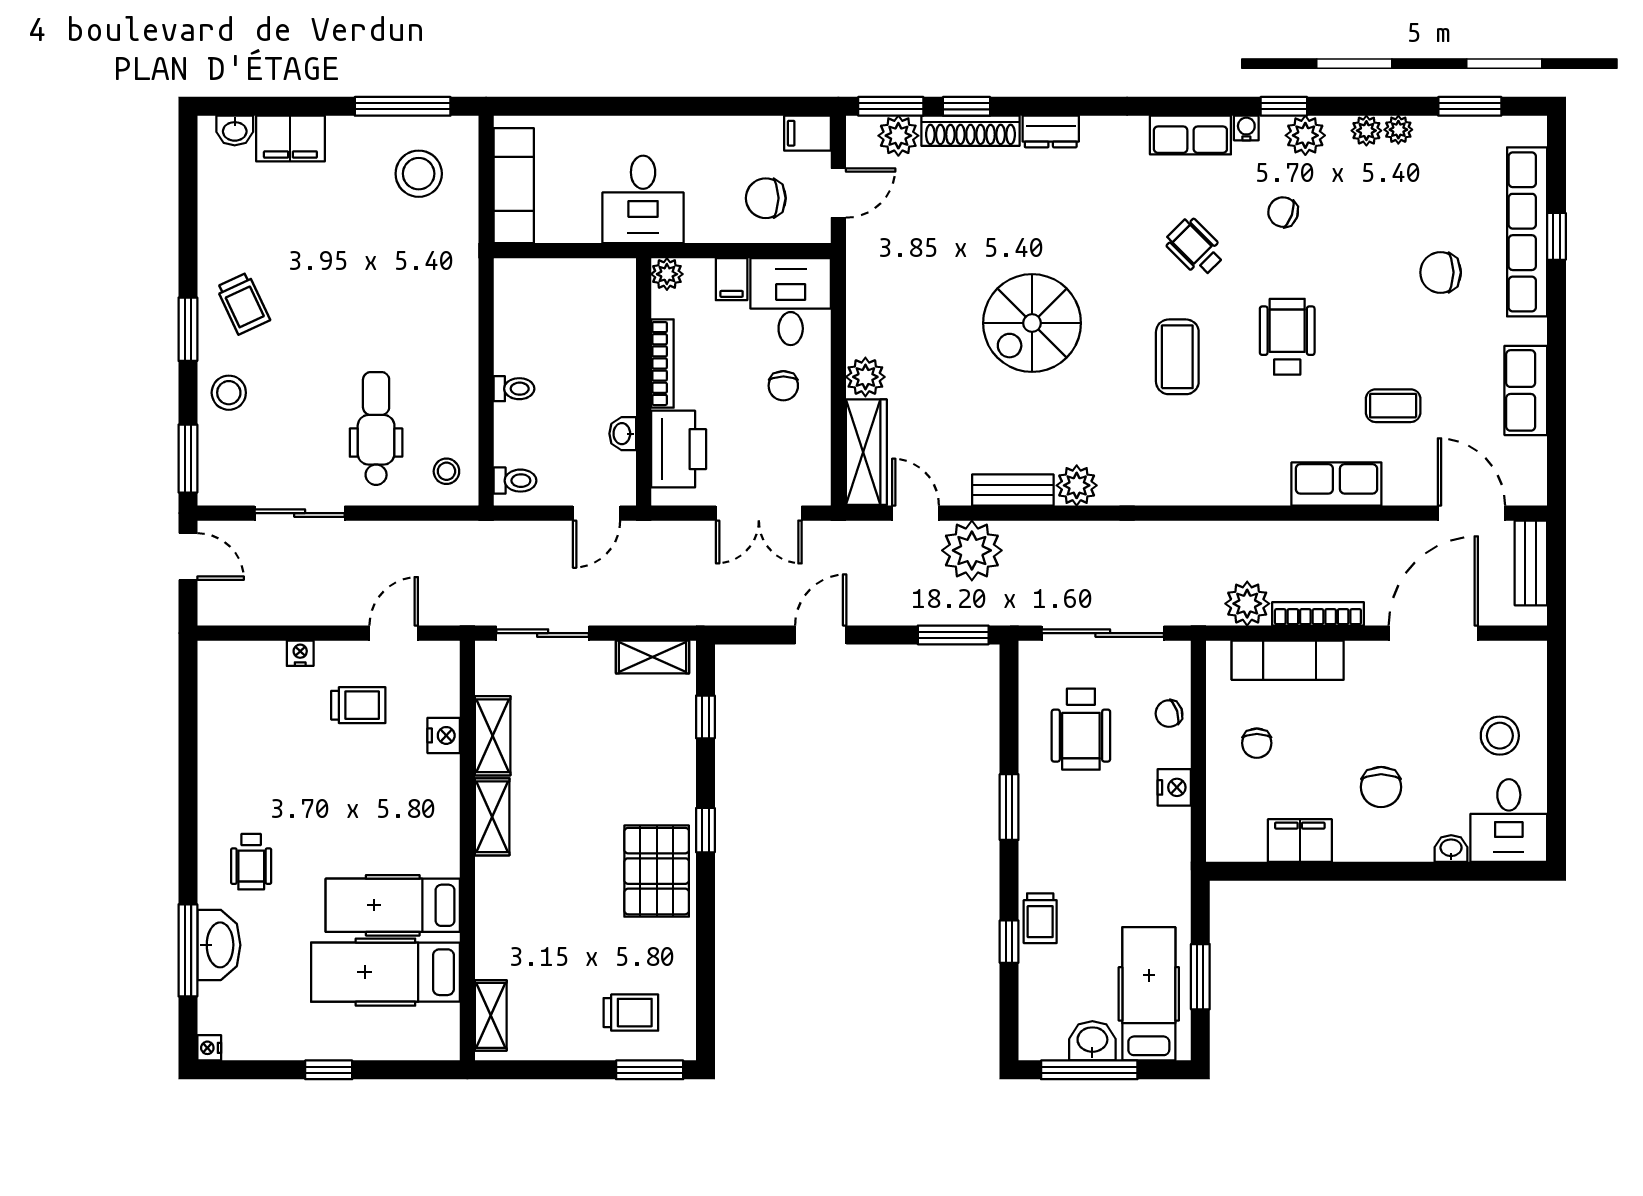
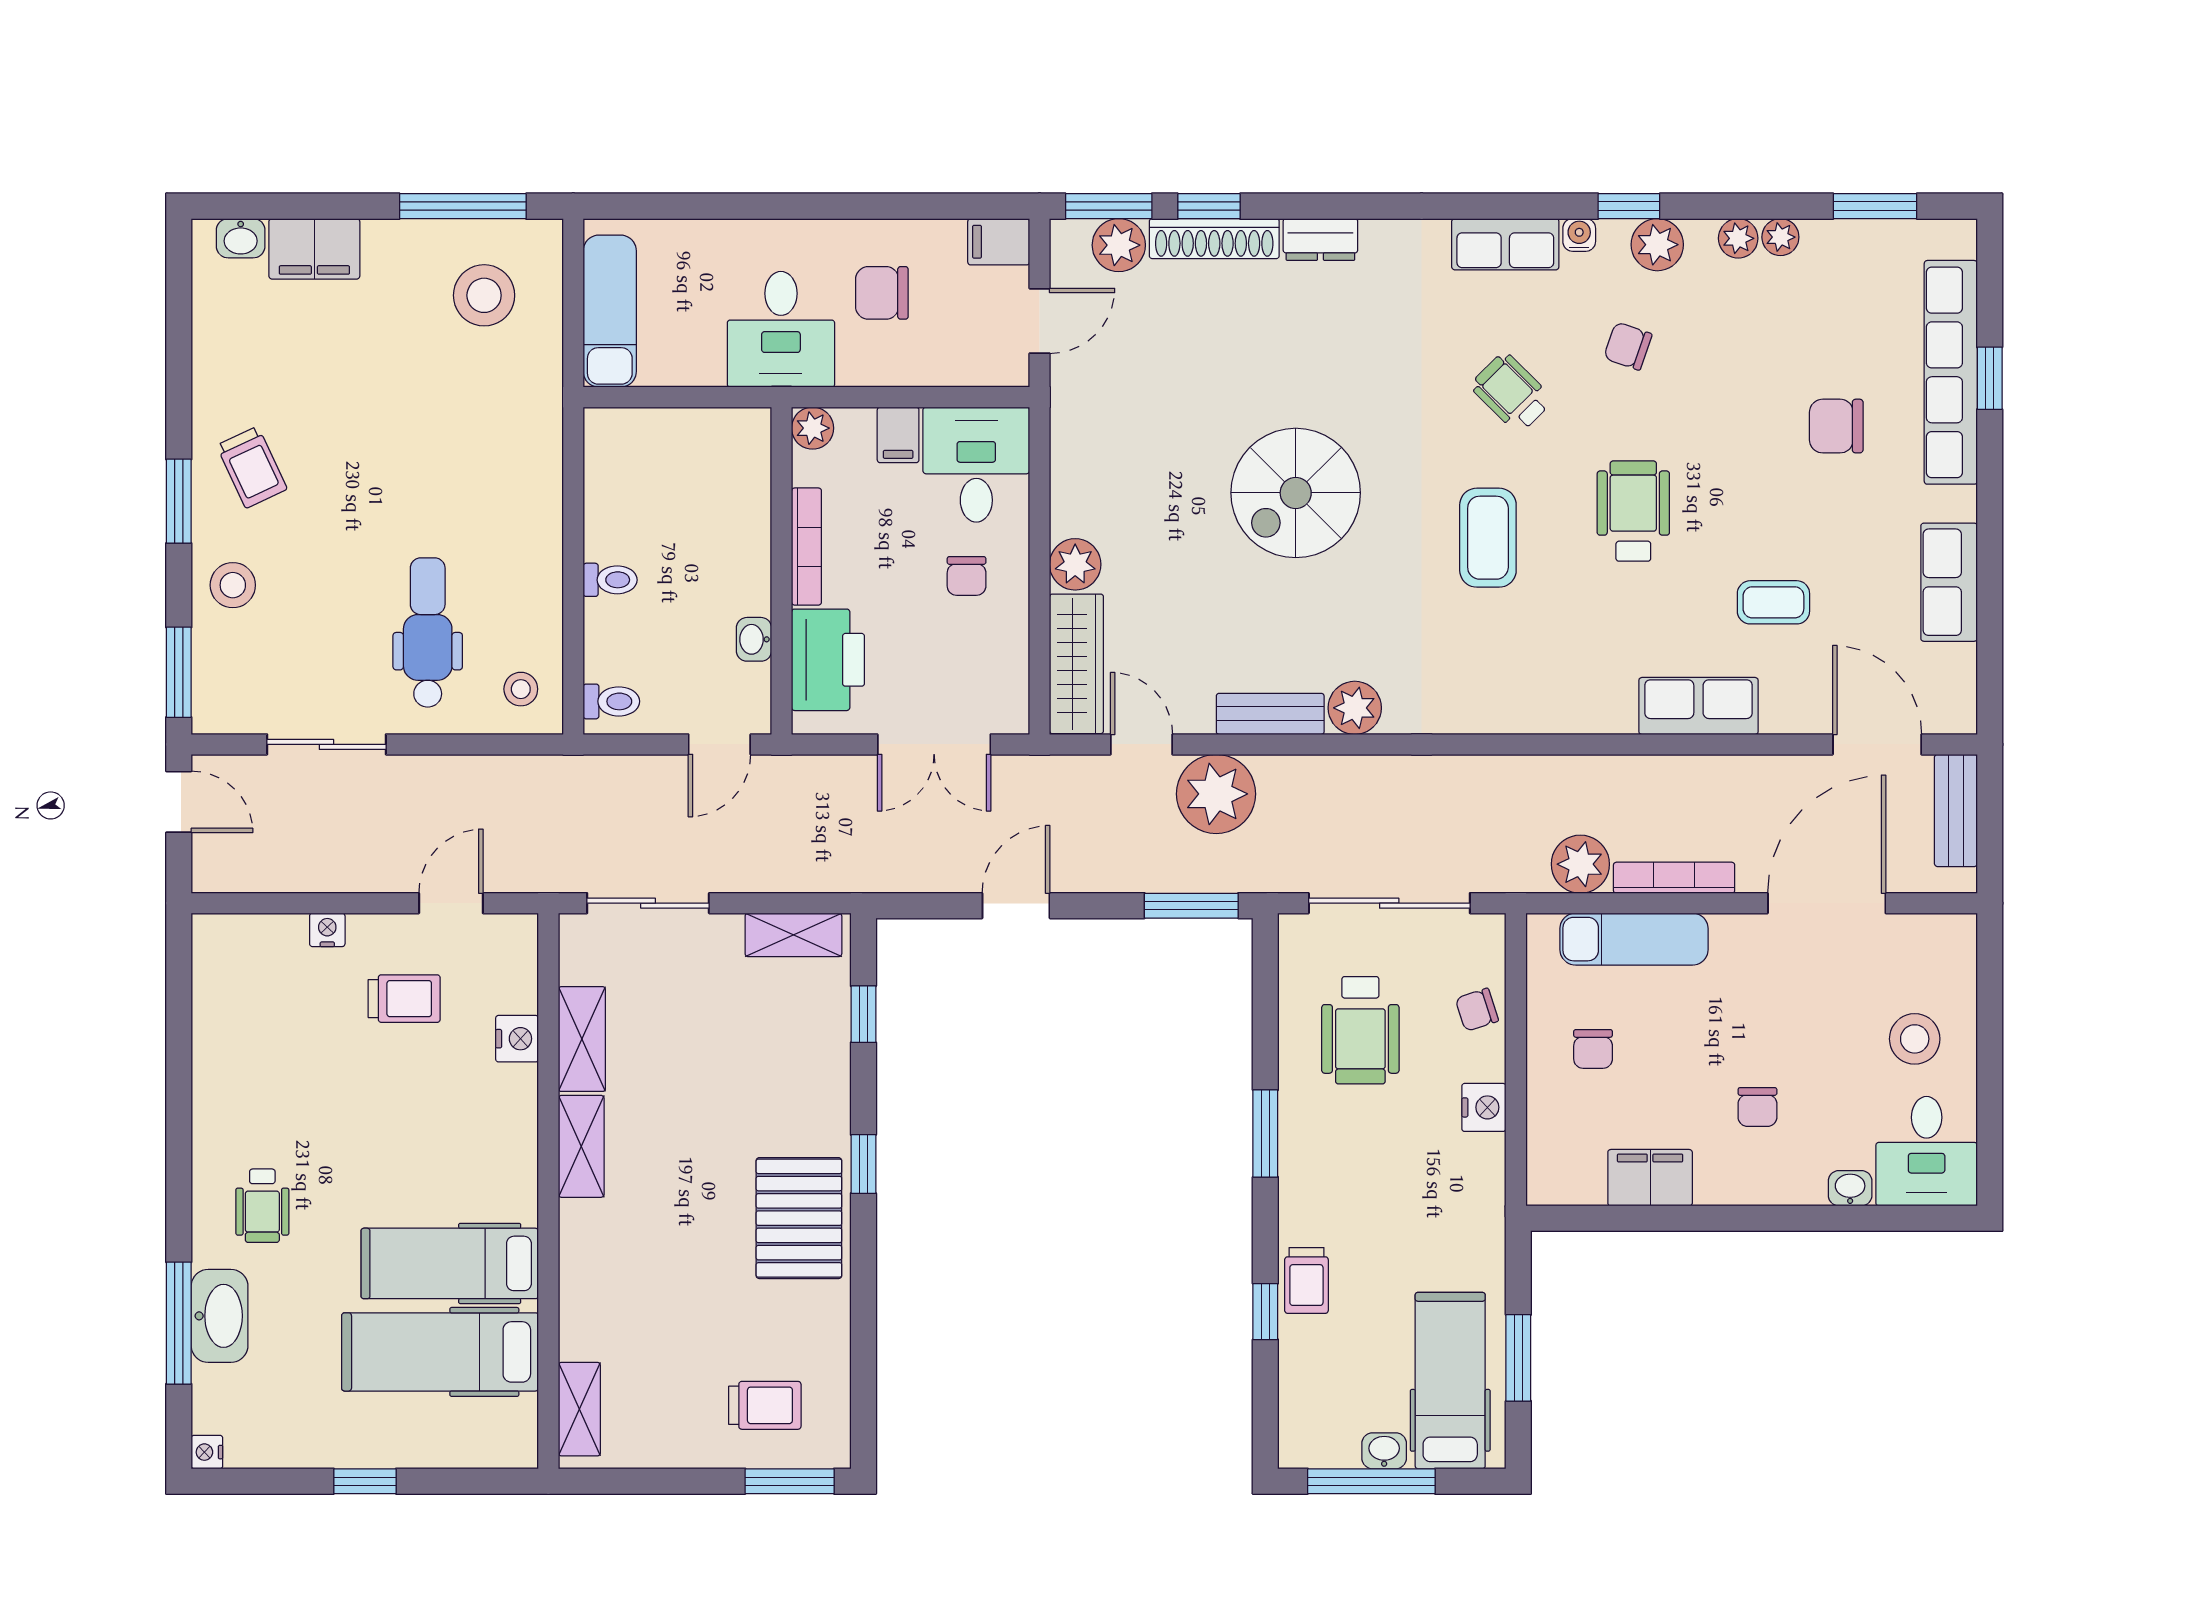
chair: (766, 198) -> (882, 293), moved
chair: (1381, 787) -> (1757, 1107), width x0.73, depth x0.73
washbasin: (1092, 1041) -> (1384, 1451), width x0.72, depth x0.69

